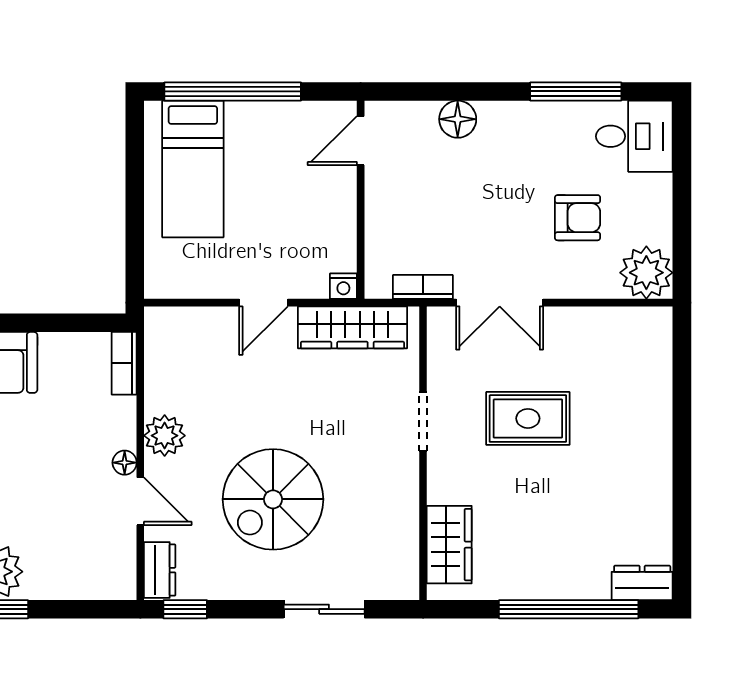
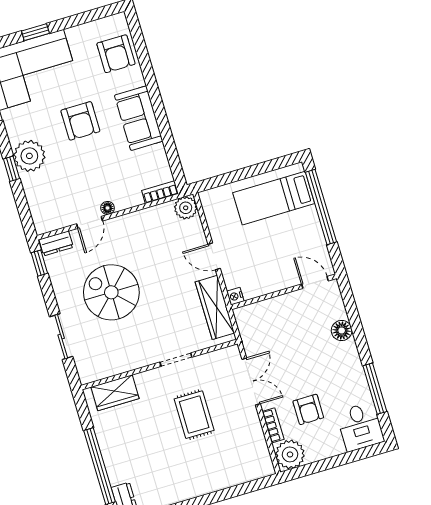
bookcase: (423, 287) -> (273, 425), moved
double door: (500, 303) -> (251, 381), swing flipped
plant: (165, 436) -> (186, 208), moved

